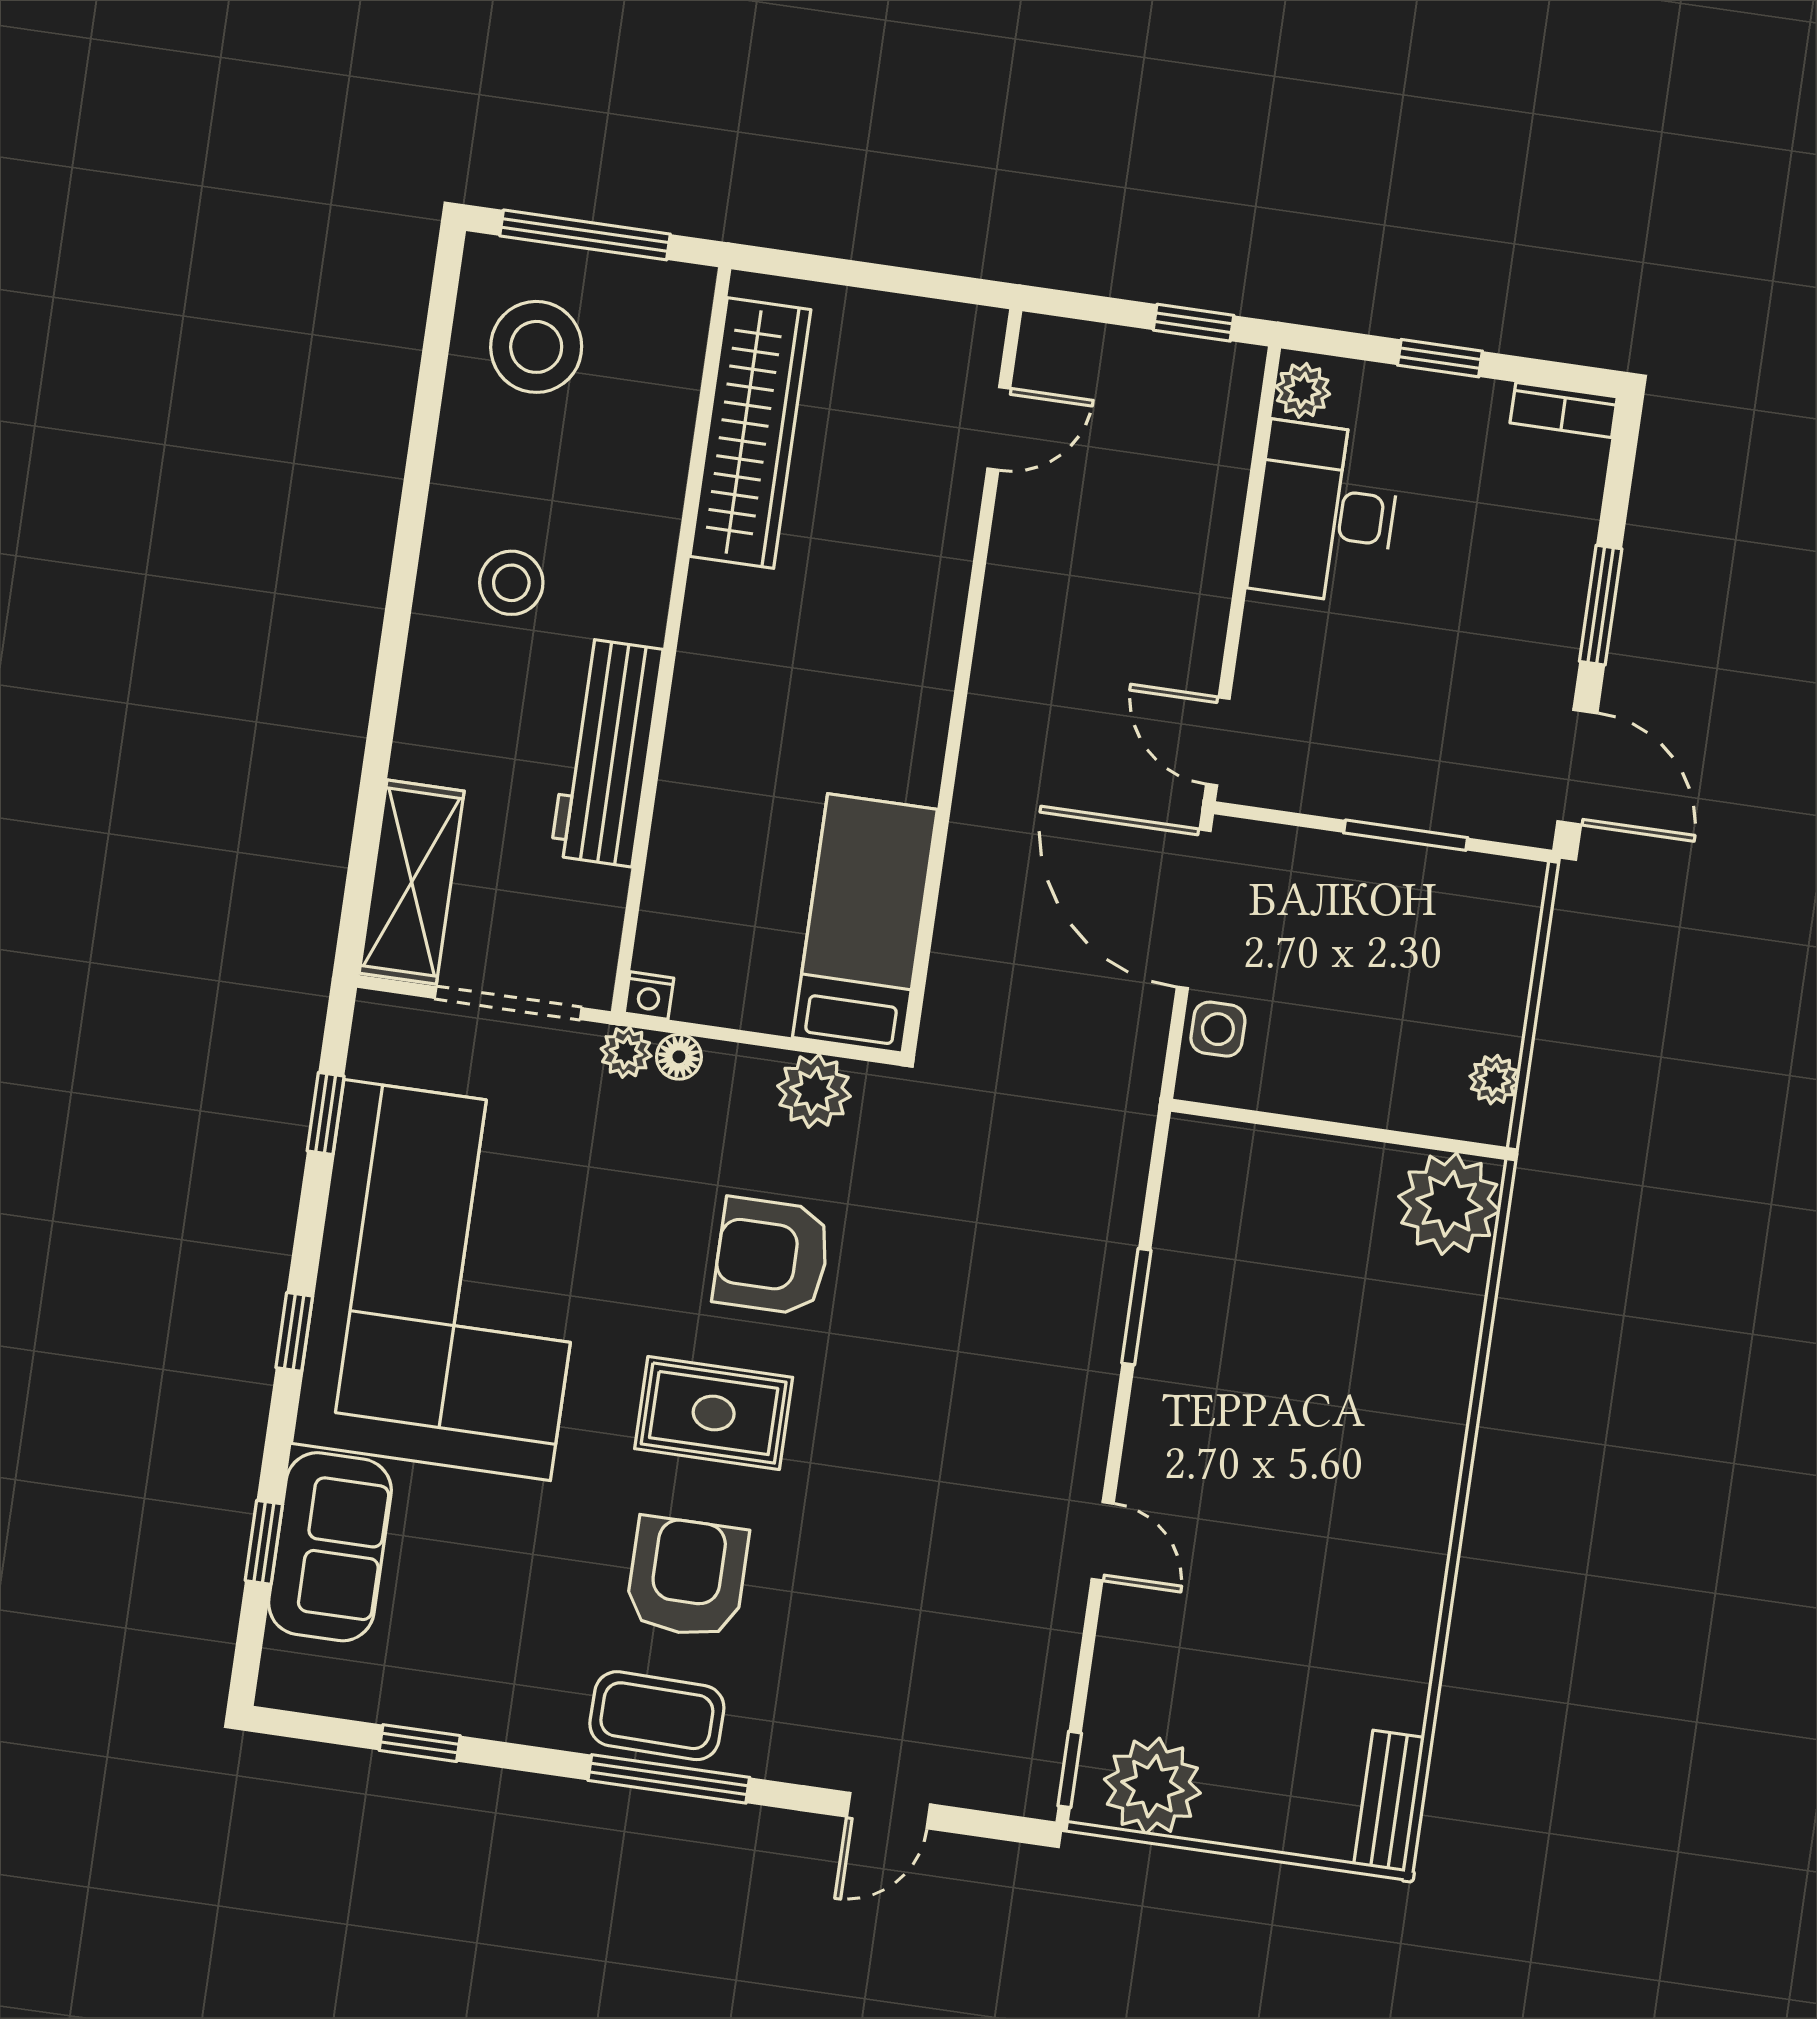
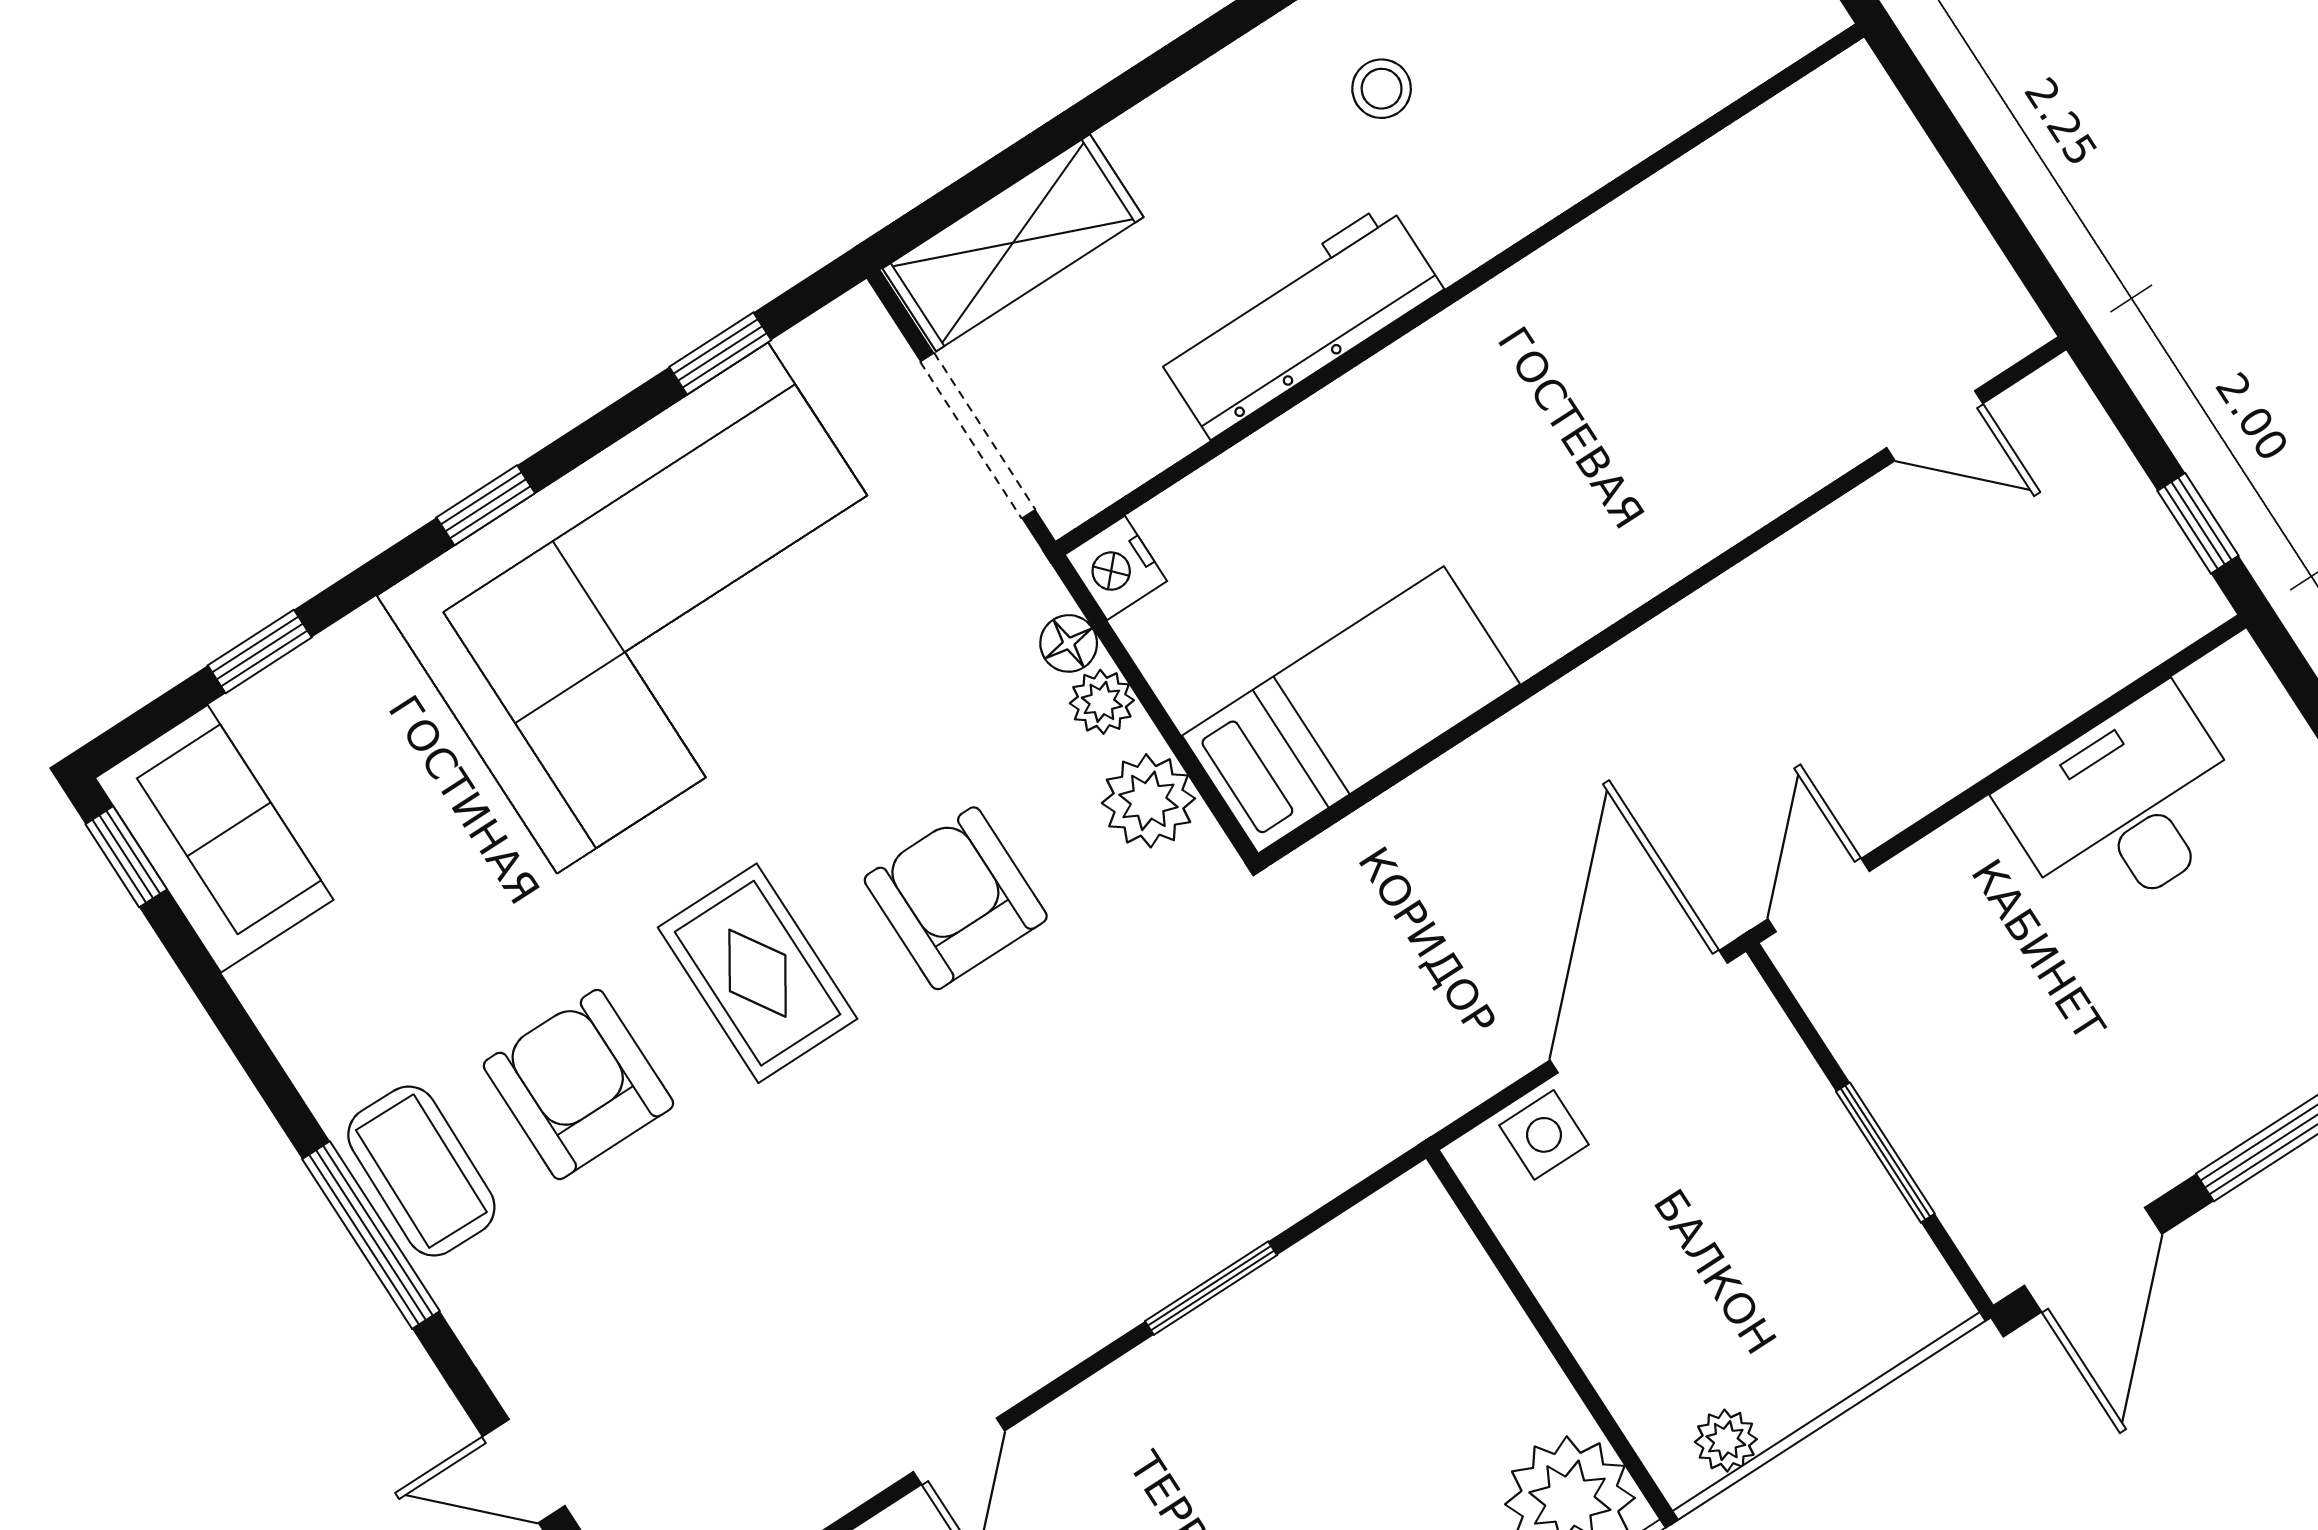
plant: (1303, 390) -> (2224, 684), removed
wardrobe: (750, 433) -> (1724, 192), removed
stool: (511, 583) -> (1382, 89), width x0.73, depth x0.73
nightstand: (649, 996) -> (1116, 568), width x1.39, depth x1.35
plant: (626, 1052) -> (1102, 702), moved
sofa: (330, 1547) -> (214, 839), moved, turned -90
armchair: (687, 1577) -> (578, 1085), turned -90
window: (420, 1743) -> (126, 857), moved

